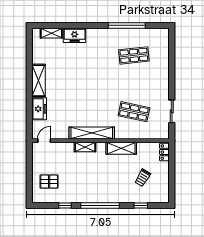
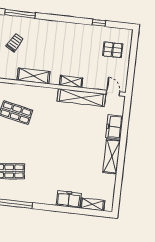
shelving: (92, 133) -> (81, 98), moved
door: (44, 141) -> (113, 93), swing flipped
window: (100, 206) -> (62, 19), removed
window: (141, 206) -> (20, 14), width x2.17

